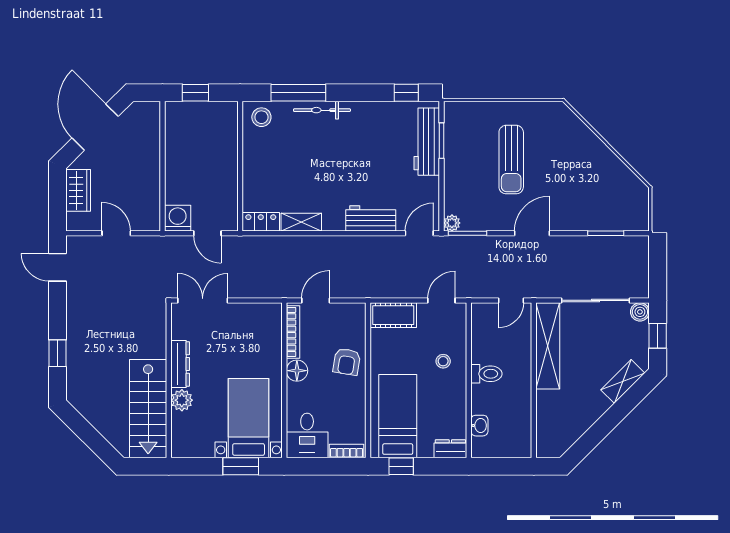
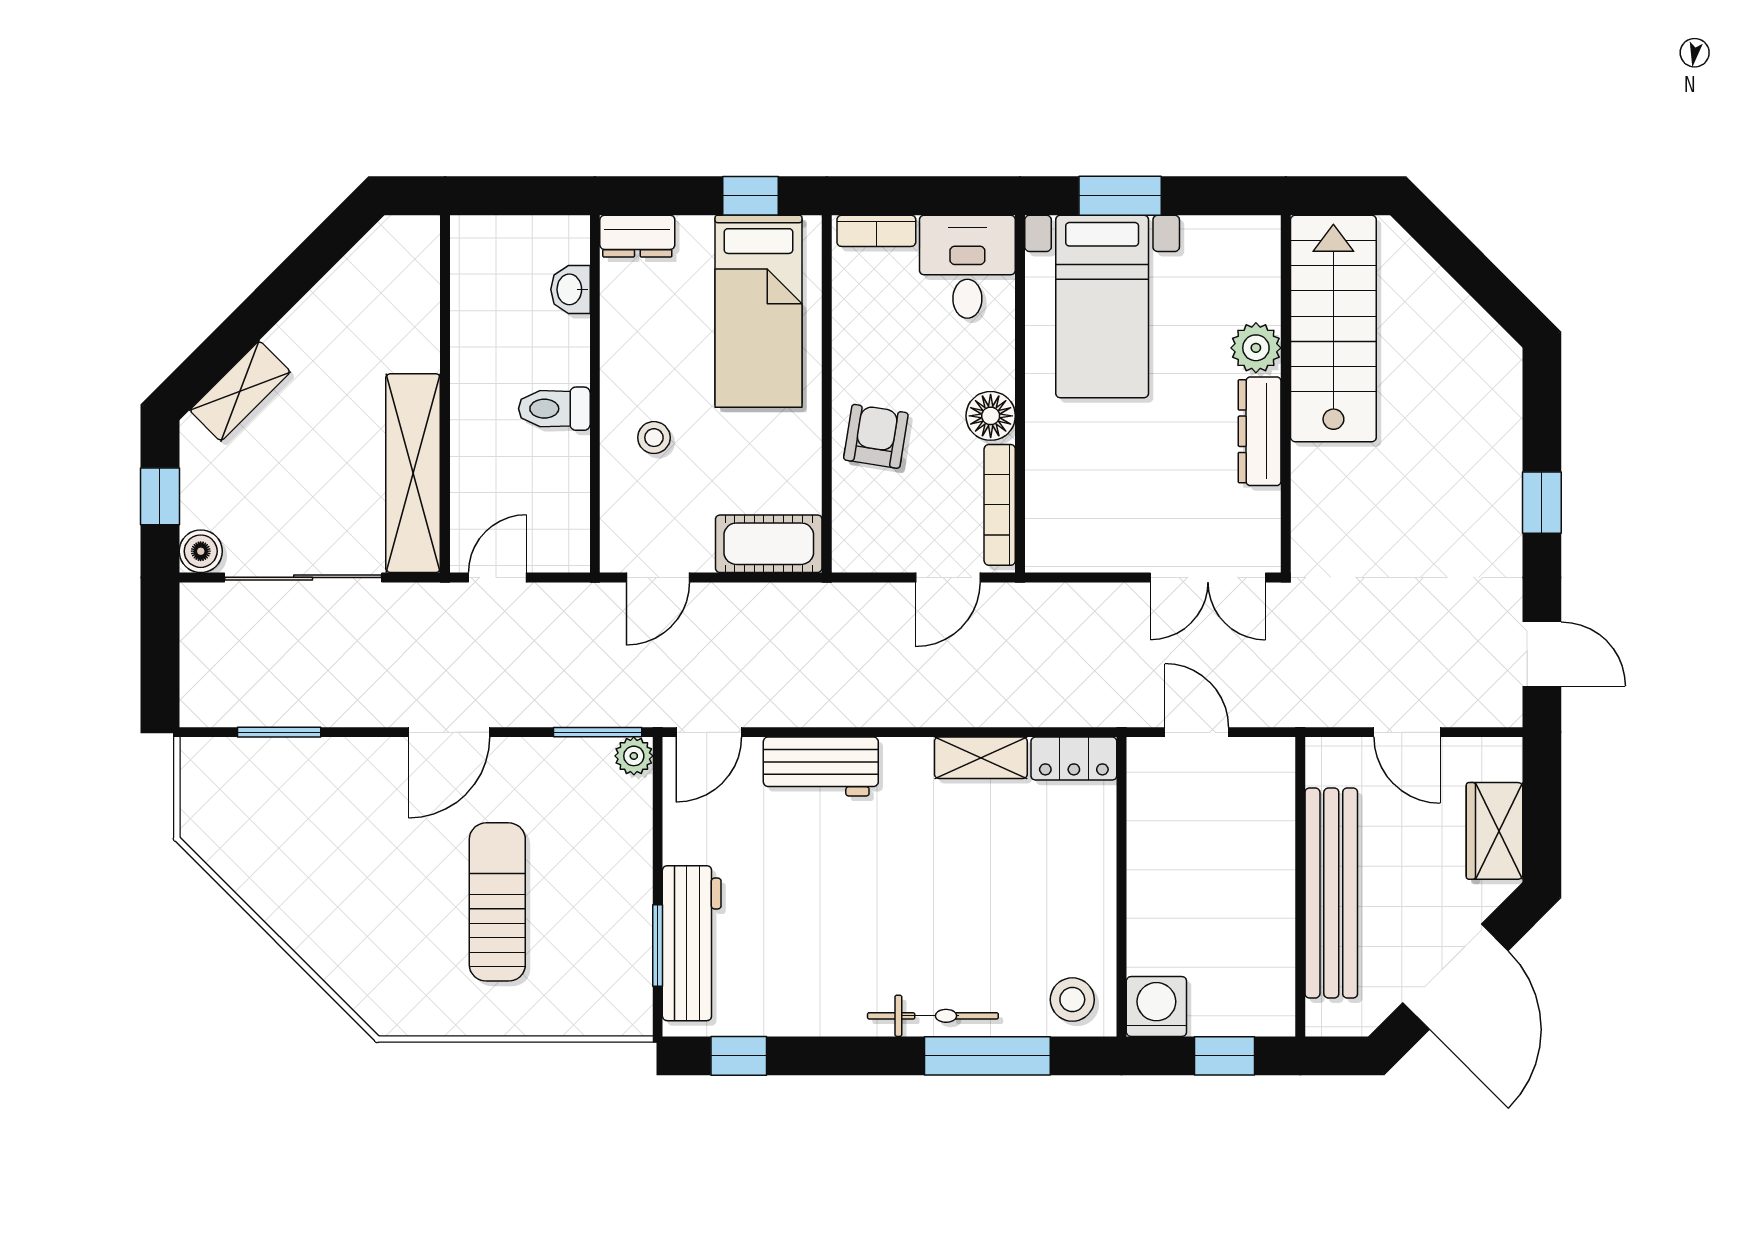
bench: (149, 163) -> (1331, 893), added
washing machine: (178, 218) -> (1156, 1006), moved, turned 180
window: (58, 353) -> (1542, 503), moved

